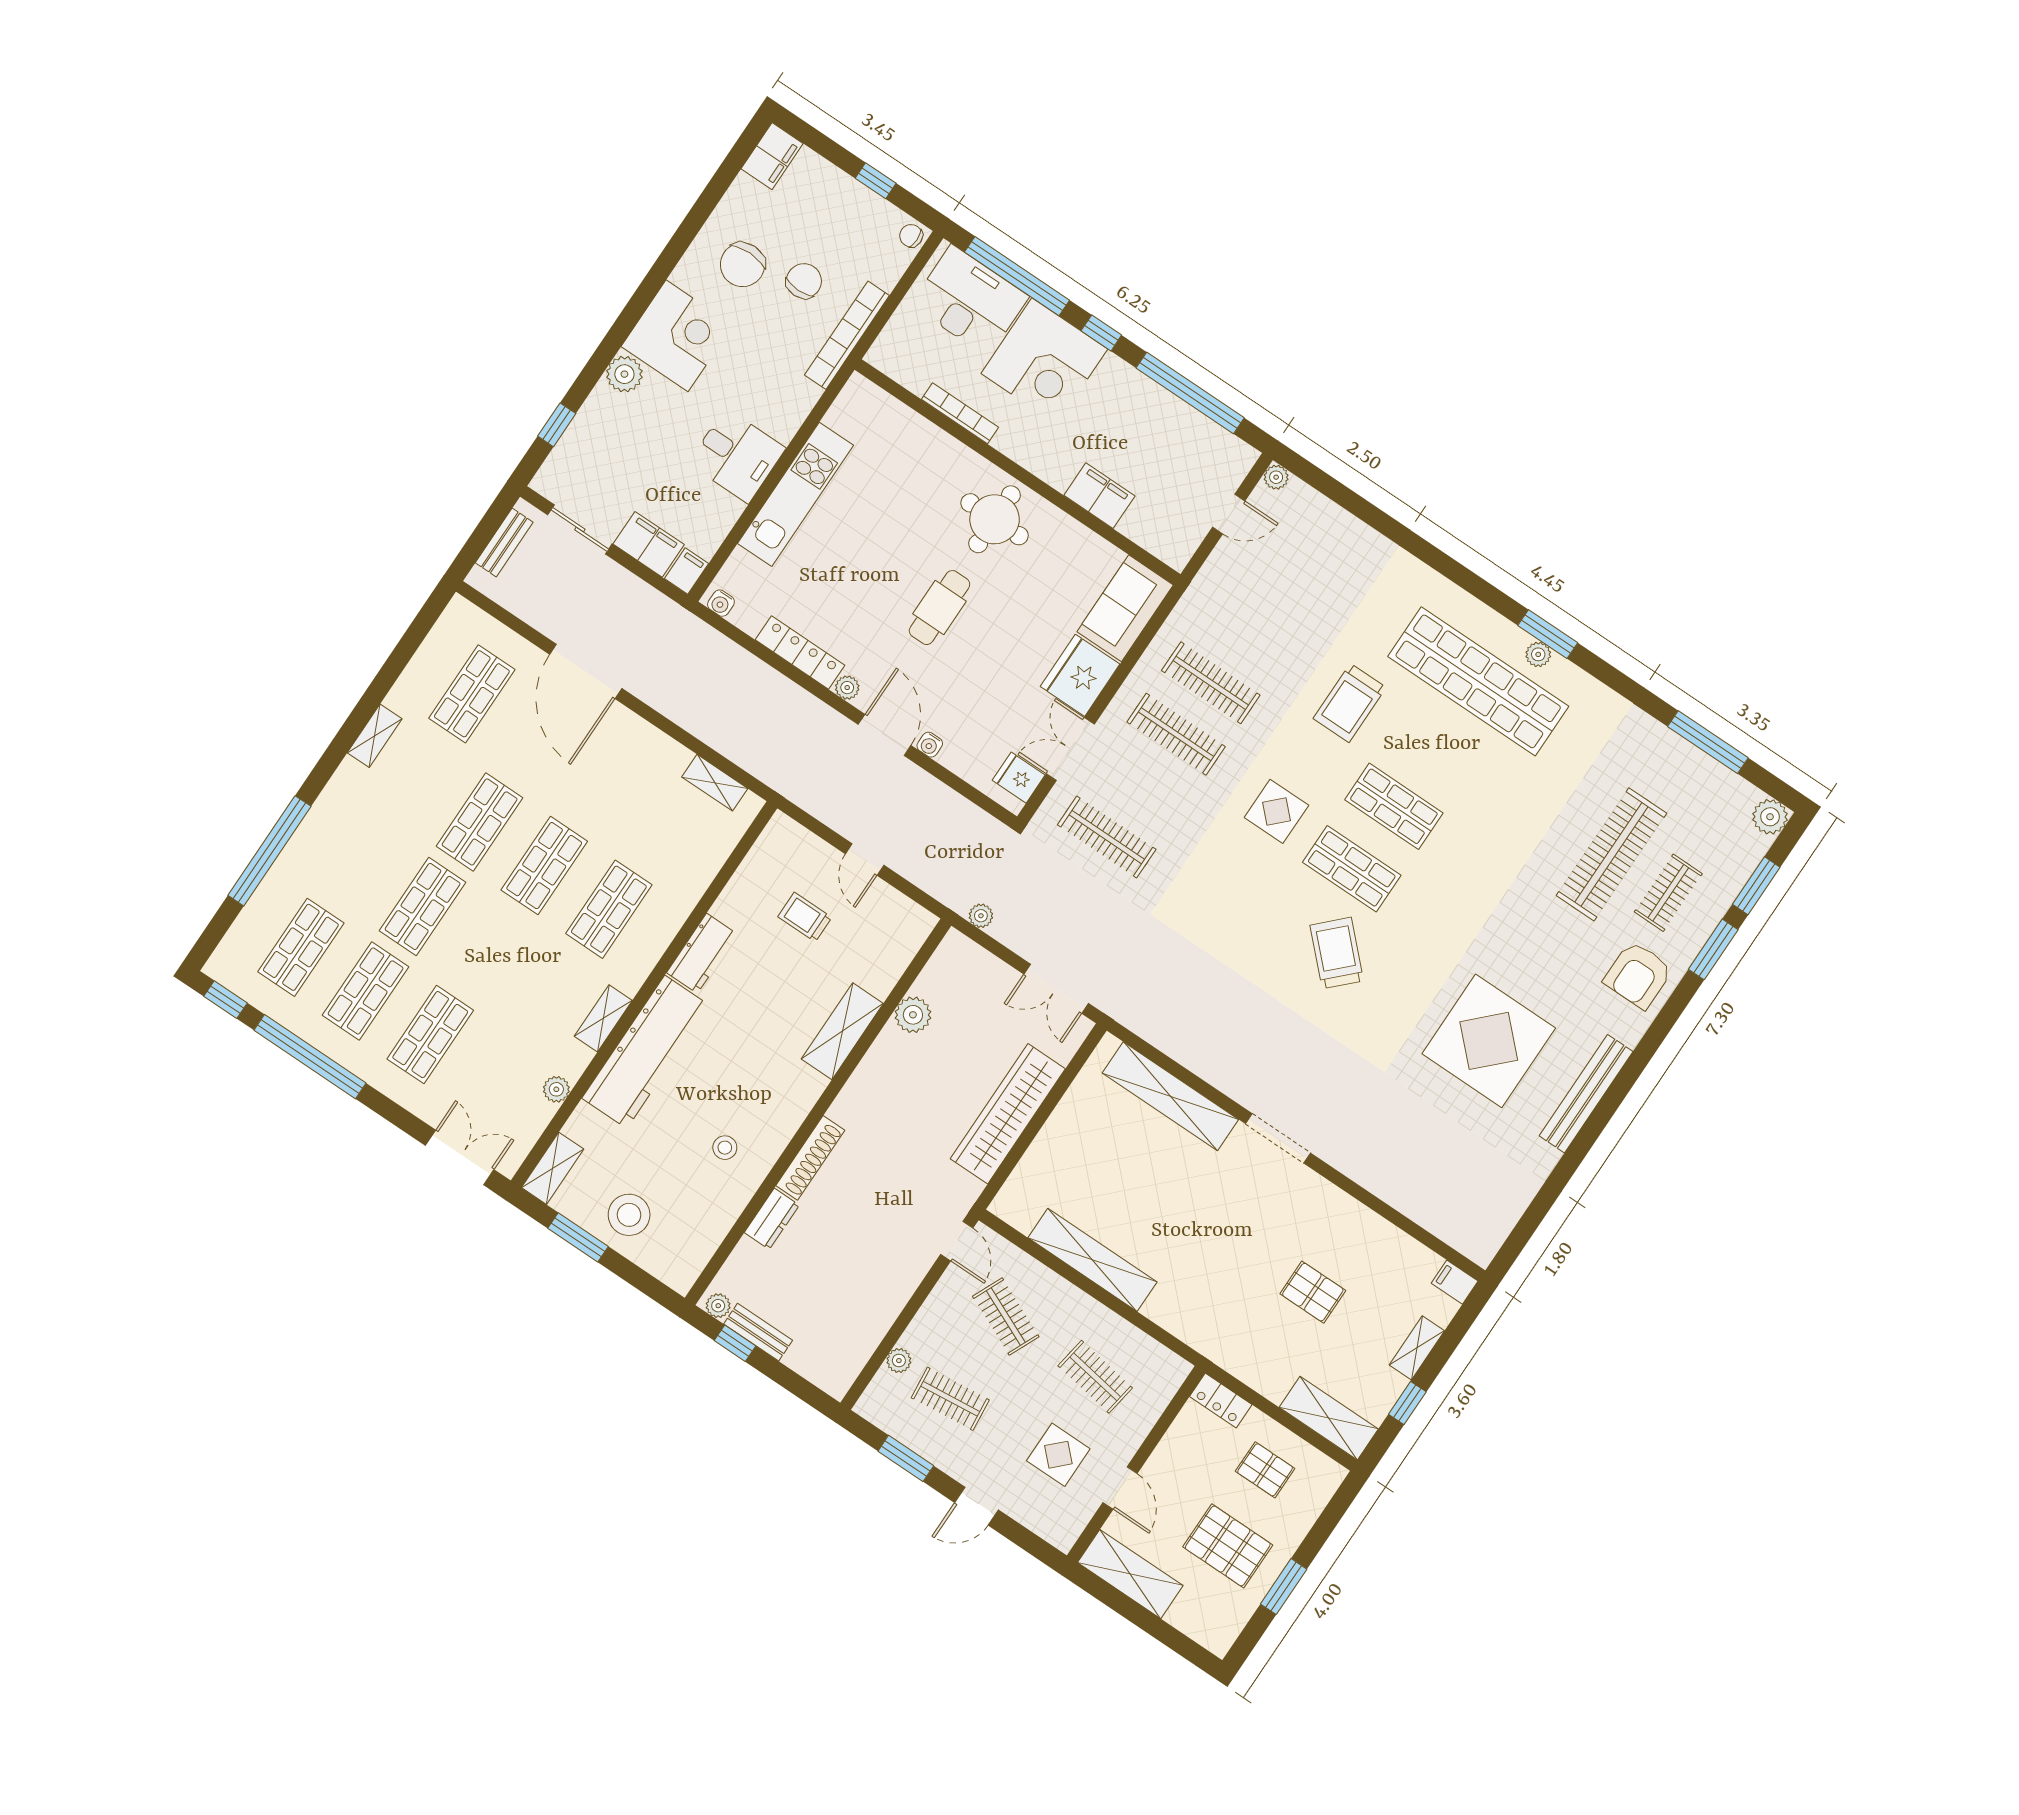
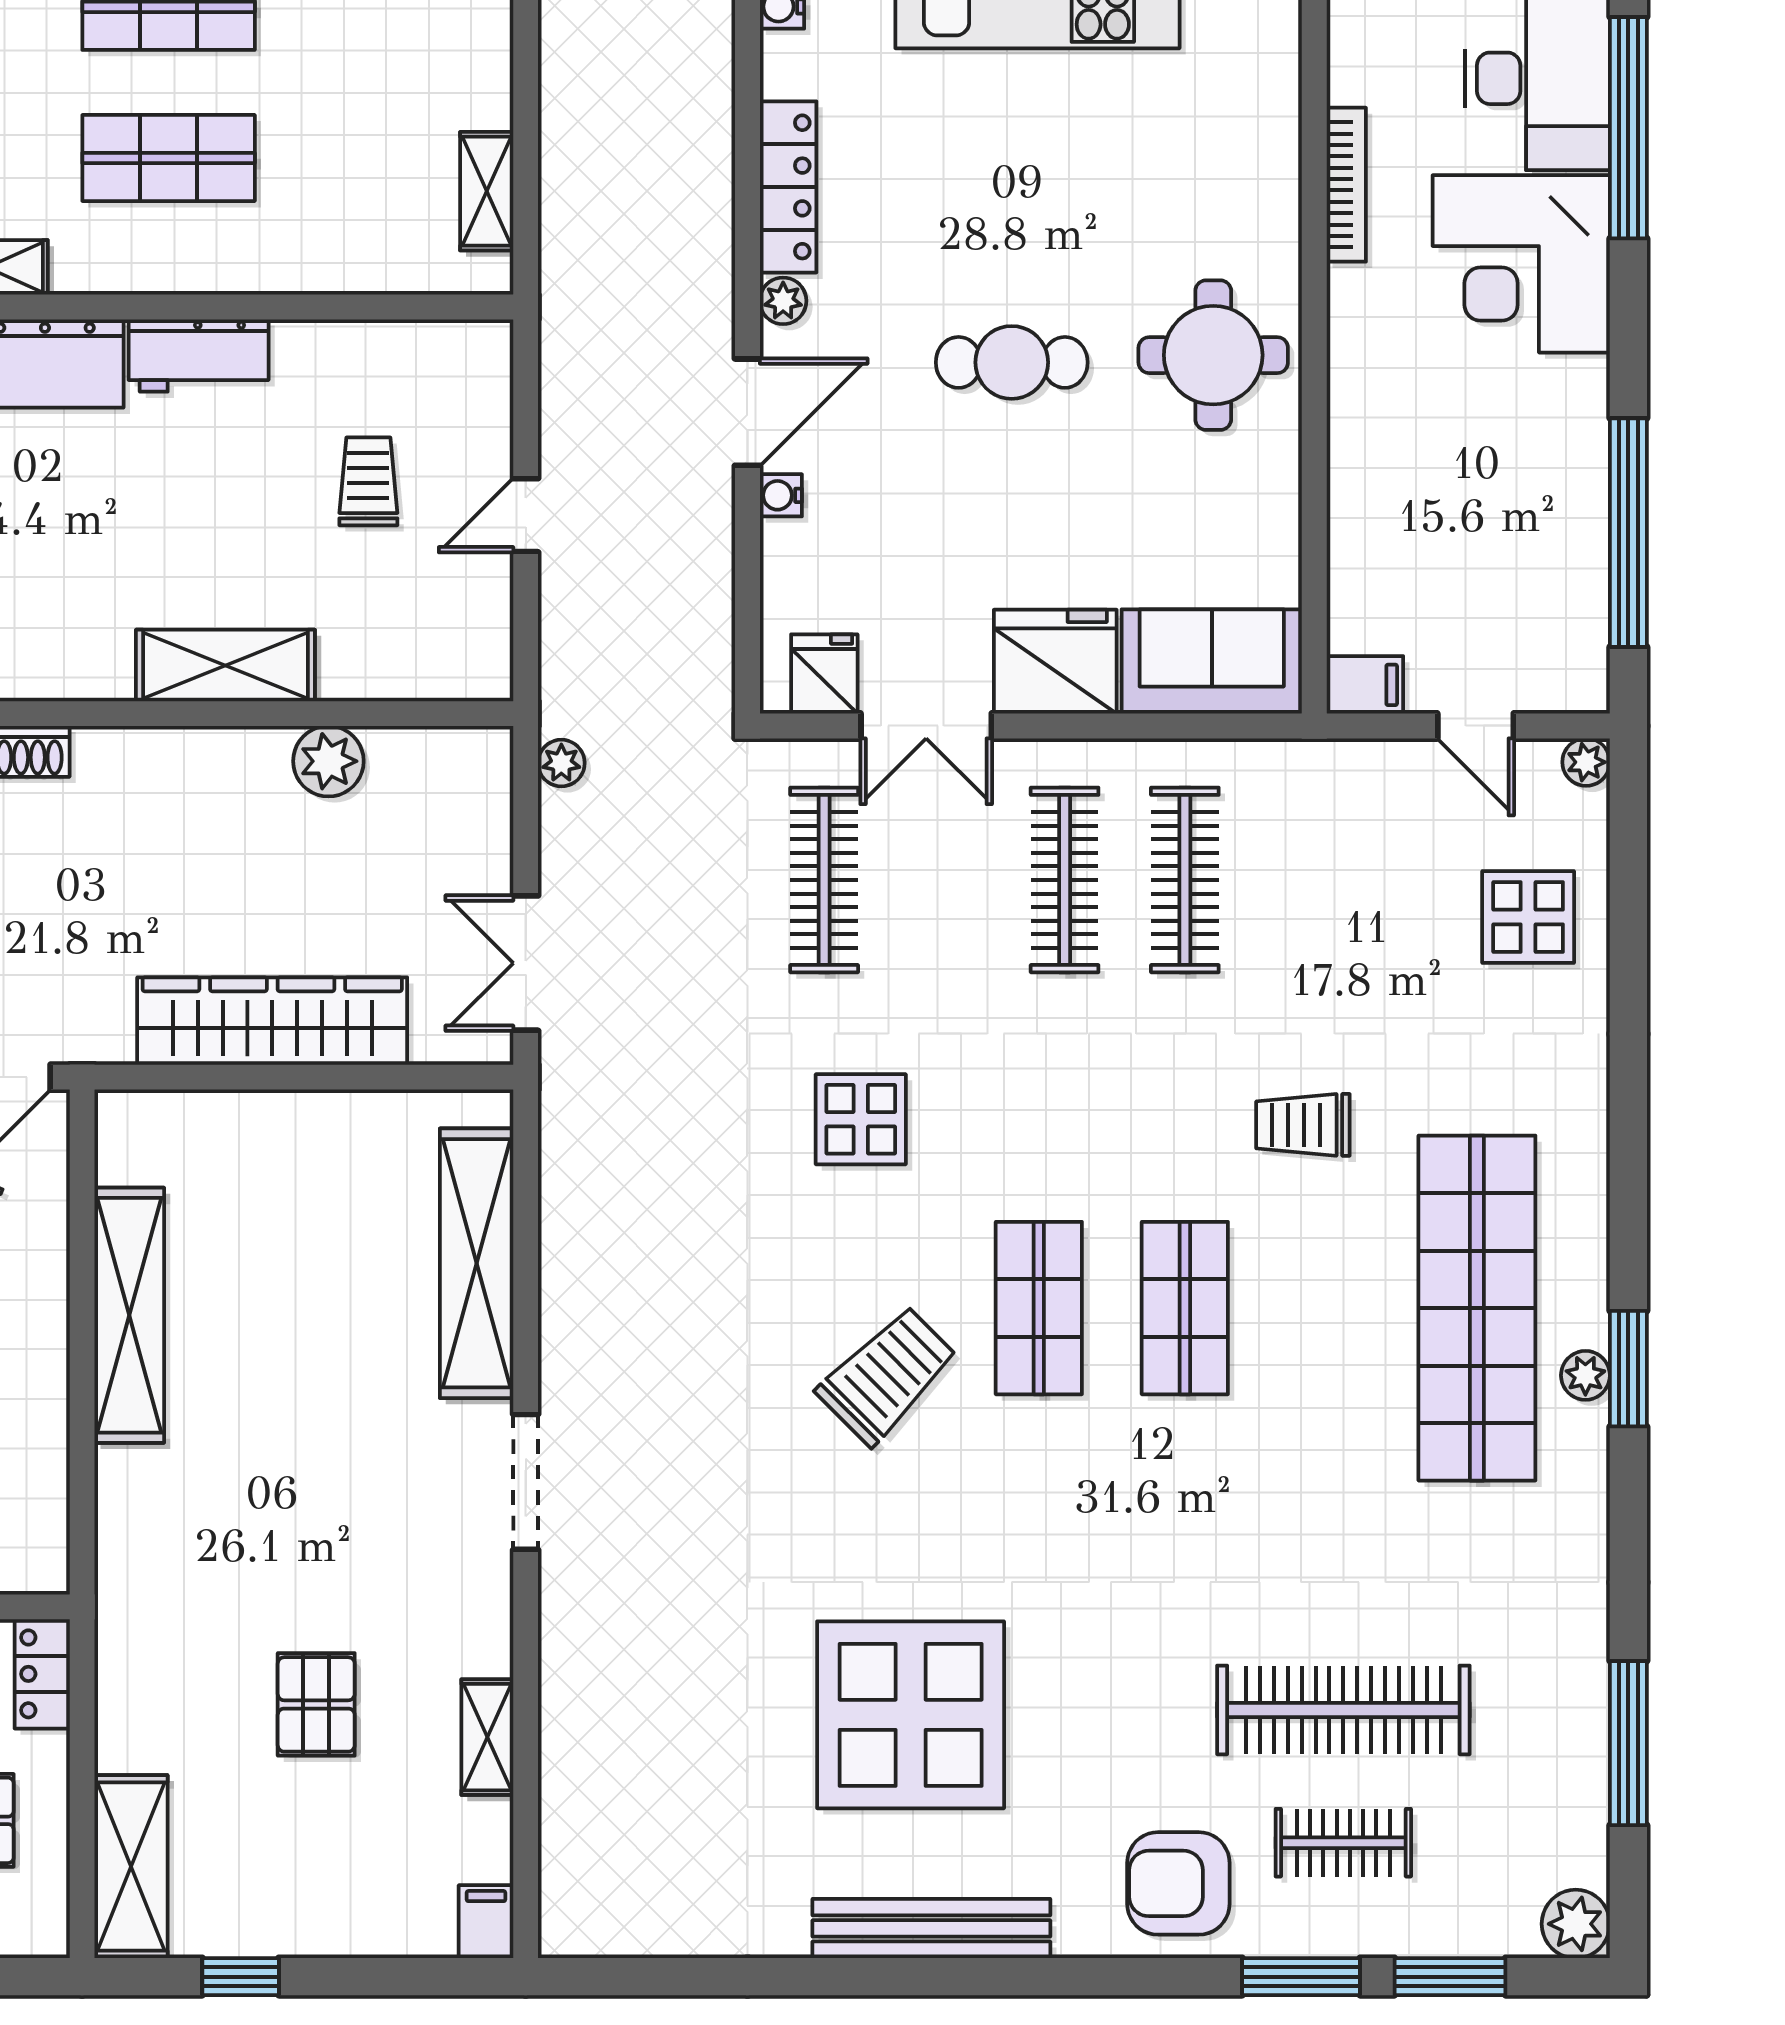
window: (1101, 333) -> (1628, 325), removed
filing cabinet: (1099, 496) -> (1365, 685), moved, width x0.50
display table: (1326, 547) -> (1528, 917), added
trolley: (1350, 703) -> (1303, 1125), width x0.73, depth x0.72
double door: (1070, 749) -> (926, 726), swing flipped
display table: (1276, 811) -> (861, 1119), moved
shelving: (1417, 1348) -> (487, 1737), moved, turned 90

